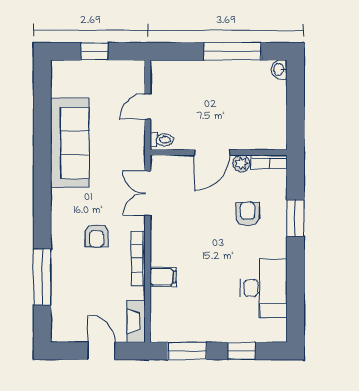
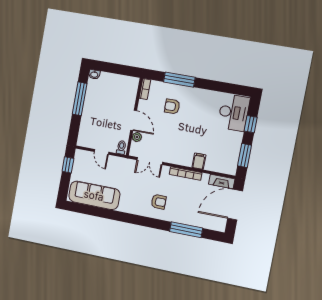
window: (94, 51) -> (68, 165), moved
sofa: (70, 143) -> (94, 195), moved
plant: (241, 163) -> (137, 137), moved
window: (295, 218) -> (179, 80), width x1.44
armchair: (97, 236) -> (159, 202), moved
desk: (264, 288) -> (234, 113), moved, turned 90
door: (102, 351) -> (235, 205), width x1.88

